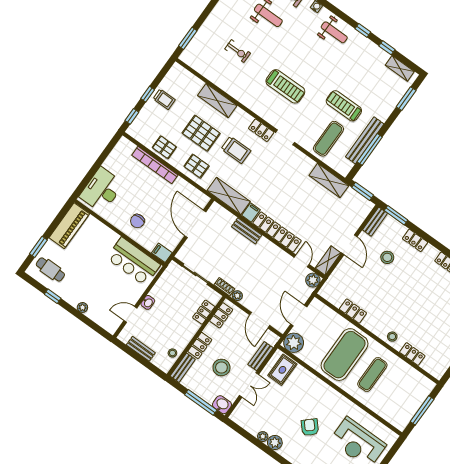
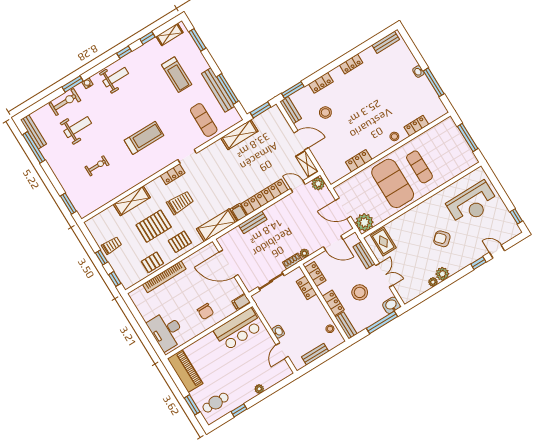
treadmill: (344, 106) -> (177, 75), moved, turned -90

